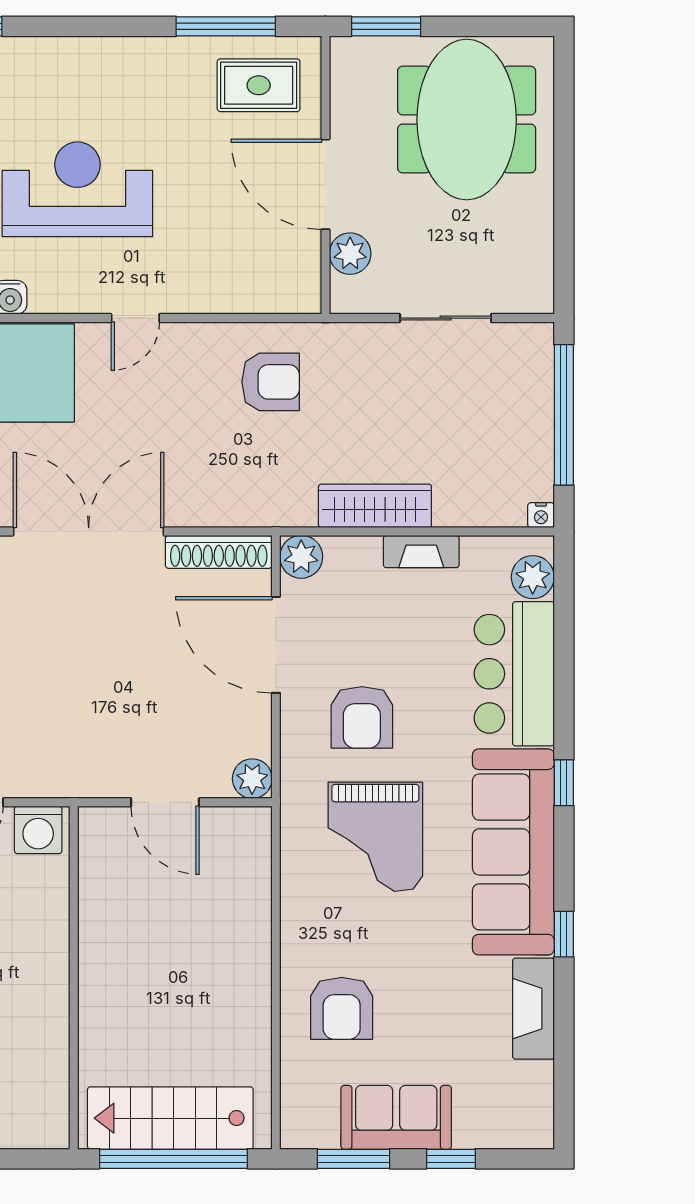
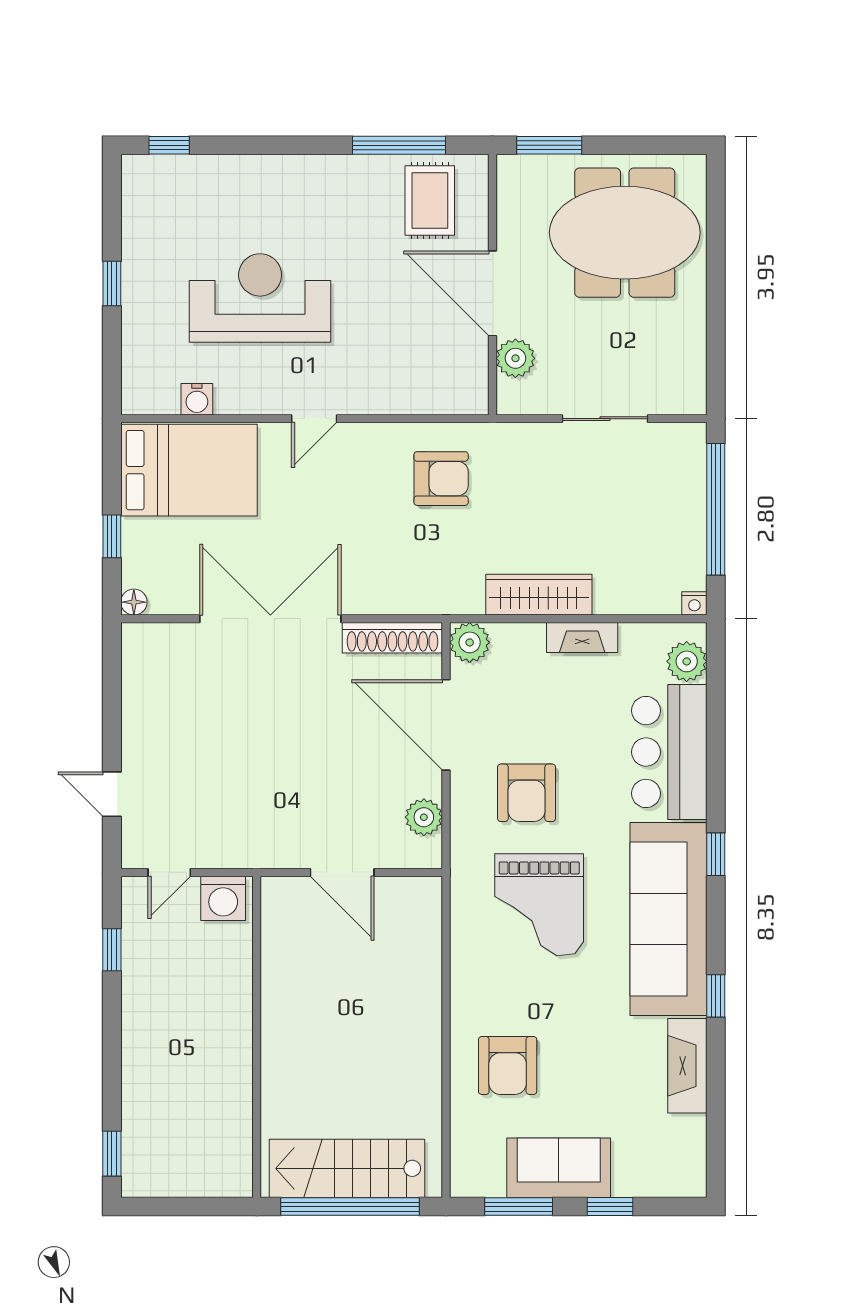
rug: (259, 85) -> (430, 201), turned 90
meeting table: (467, 120) -> (625, 233), turned 90
plant: (252, 779) -> (424, 817), moved

